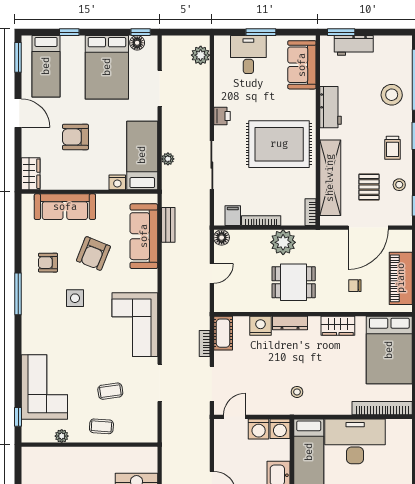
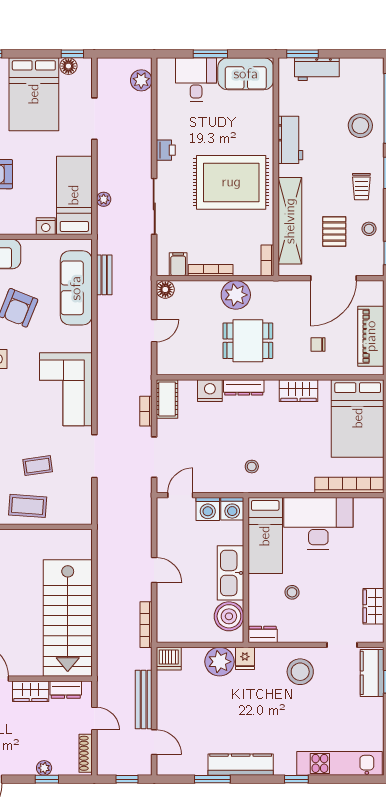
sofa: (302, 65) -> (246, 74), moved, turned -90
coffee table: (101, 426) -> (28, 506), width x1.36, depth x1.30

